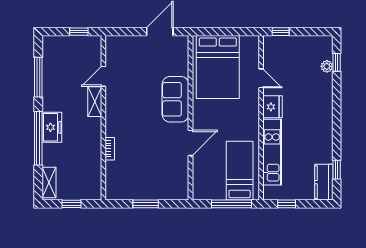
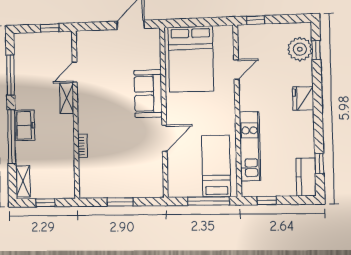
plant: (327, 66) -> (300, 49), width x1.87, depth x1.87
door: (261, 78) -> (236, 69), hinge flipped
fridge: (272, 107) -> (303, 98), moved, turned 180

